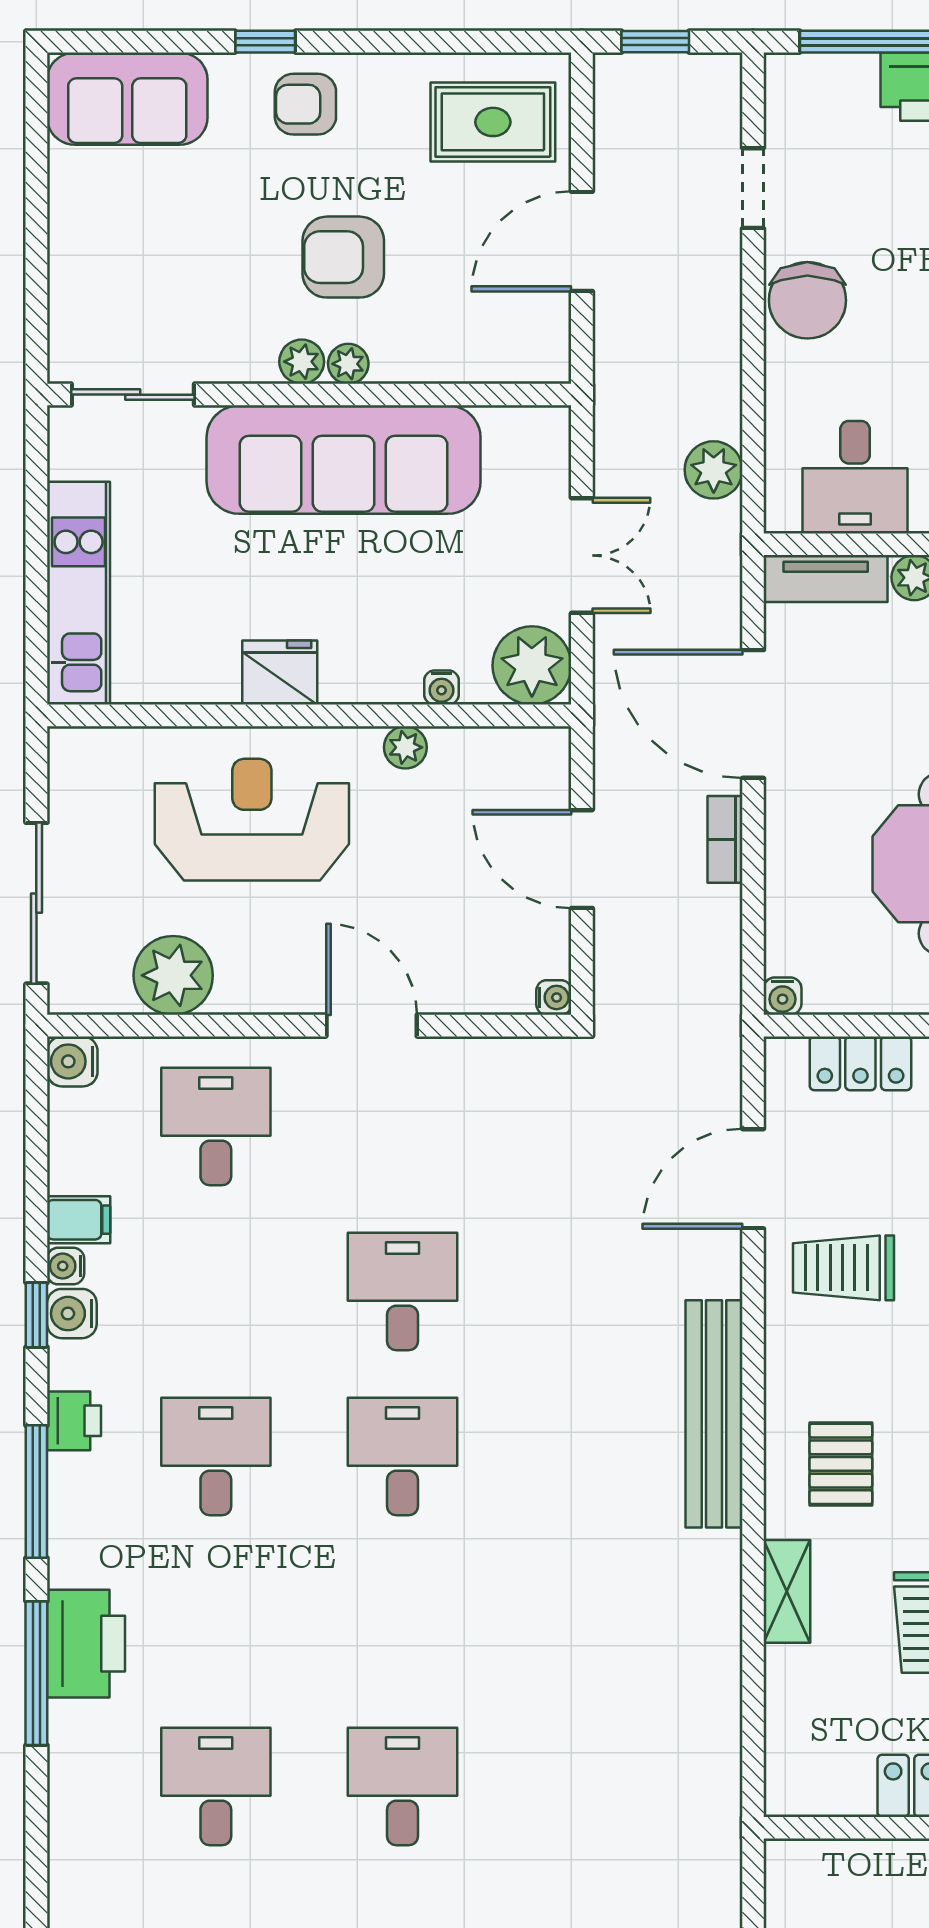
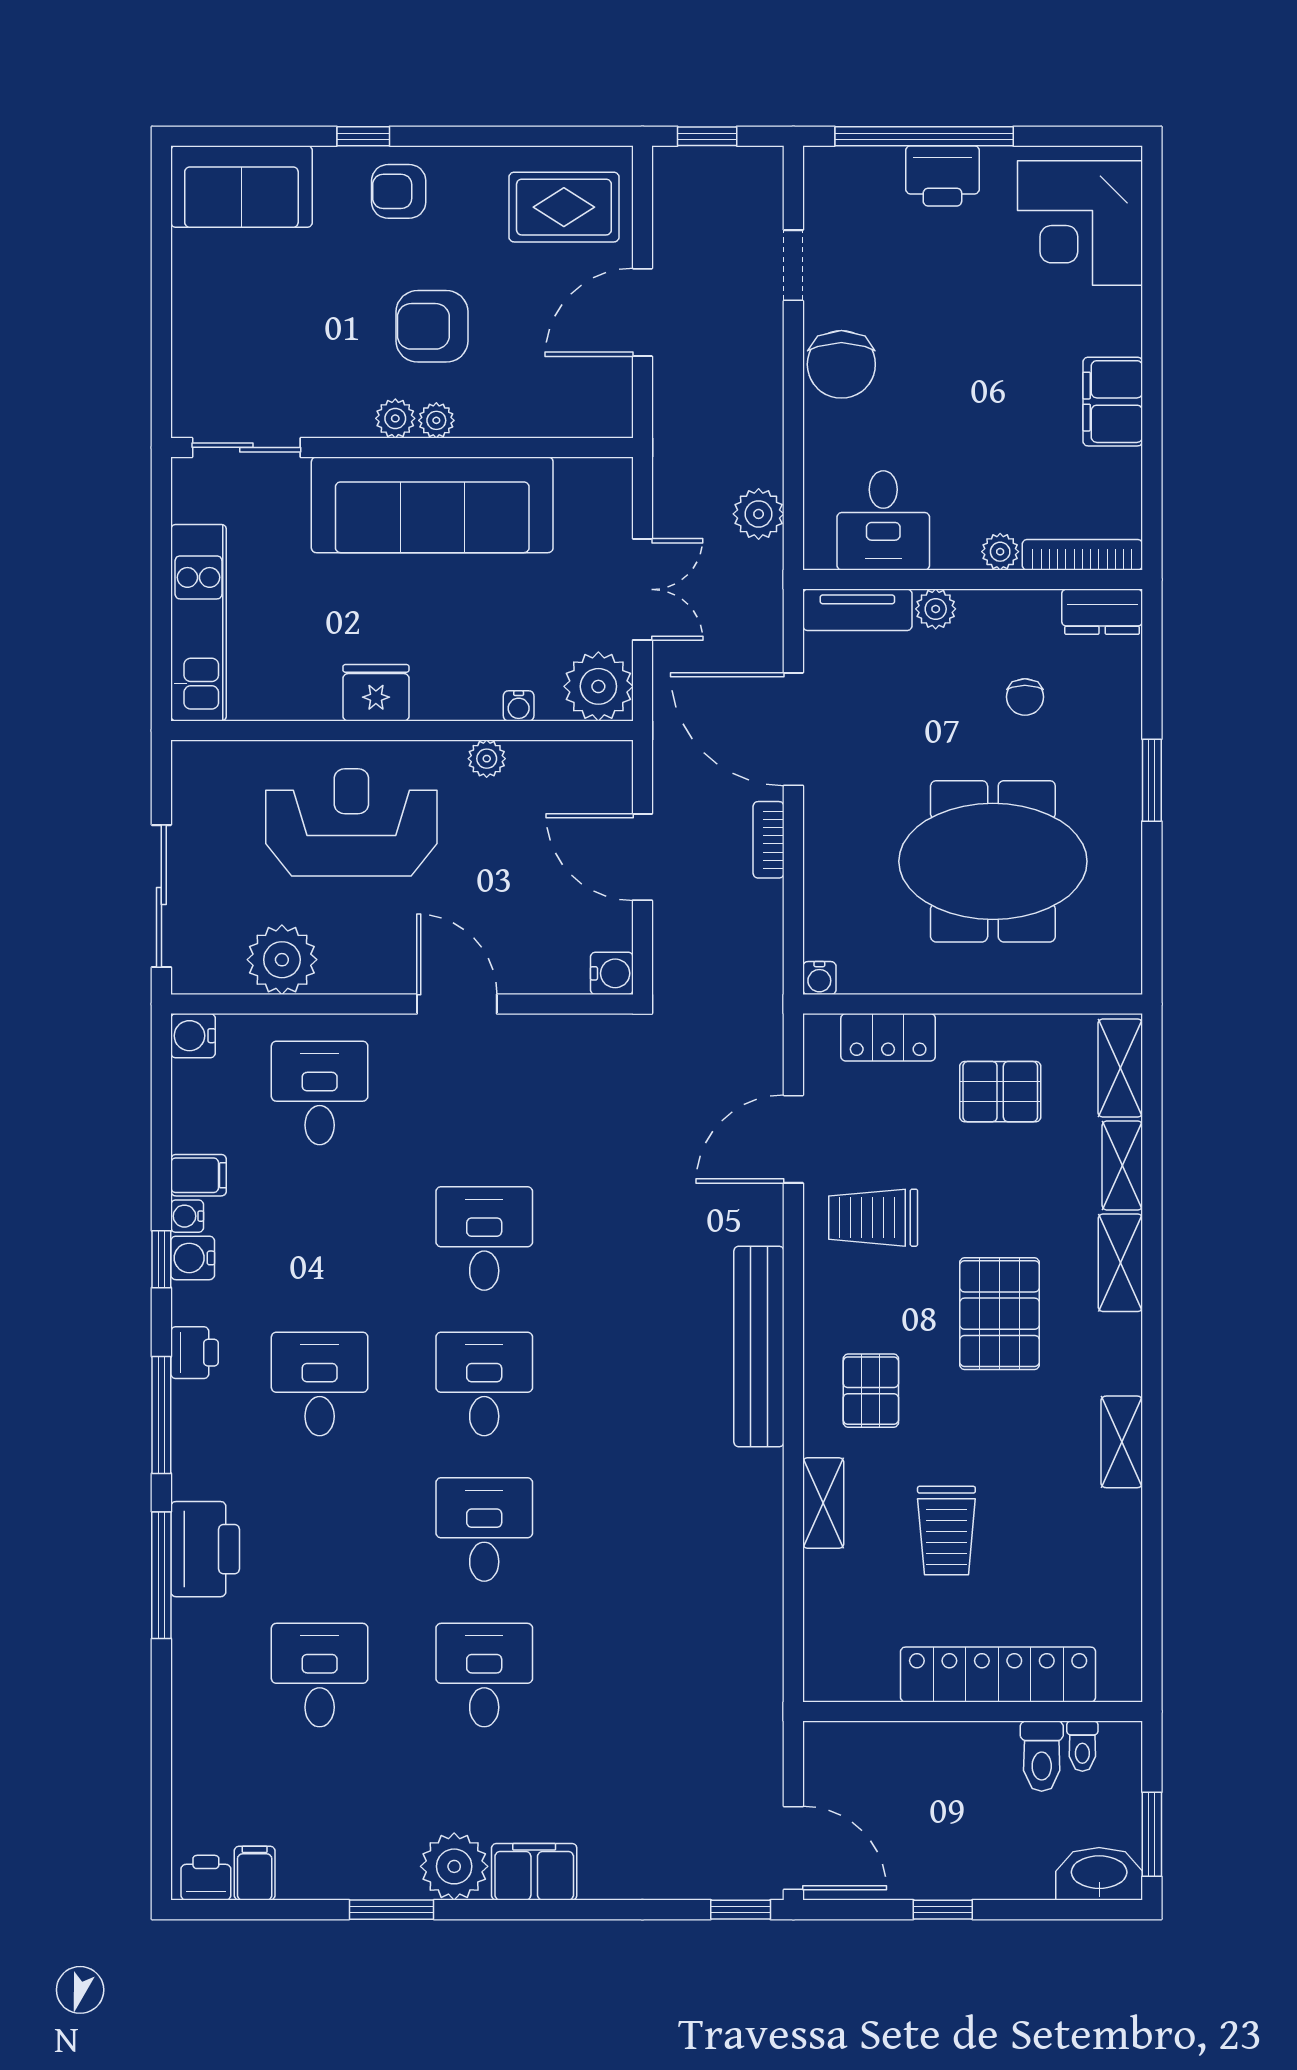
water cooler: (554, 997) -> (612, 973), width x1.38, depth x1.38
desk: (403, 1621) -> (484, 1530), added

